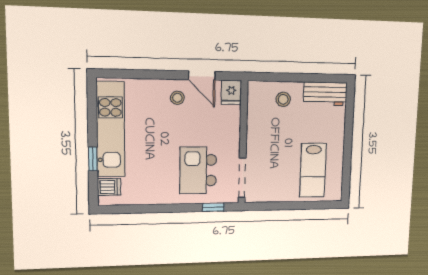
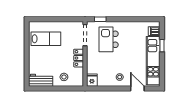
door: (202, 76) -> (137, 89), moved
locker: (255, 135) -> (79, 58), added
kitchen island: (198, 170) -> (109, 39), turned 180
lab bench: (313, 170) -> (46, 39), turned 90

